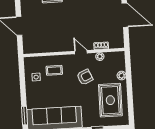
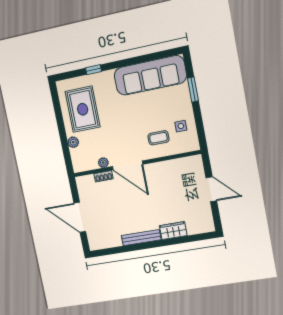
door: (81, 52) -> (128, 165), width x1.88
armchair: (85, 77) -> (118, 134), removed
window: (24, 116) -> (193, 89), moved

